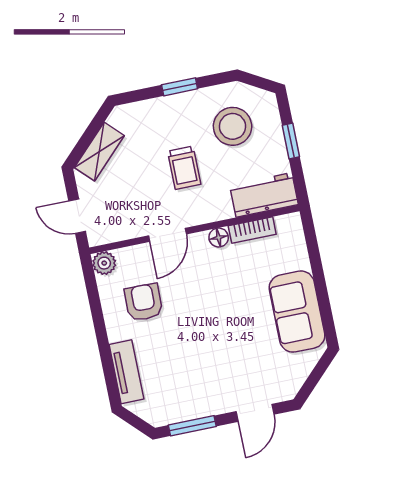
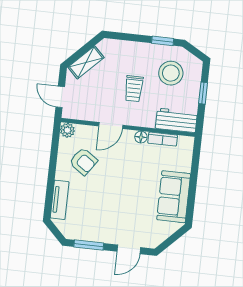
window: (180, 87) -> (163, 41), moved
armchair: (144, 302) -> (83, 161), turned 124

